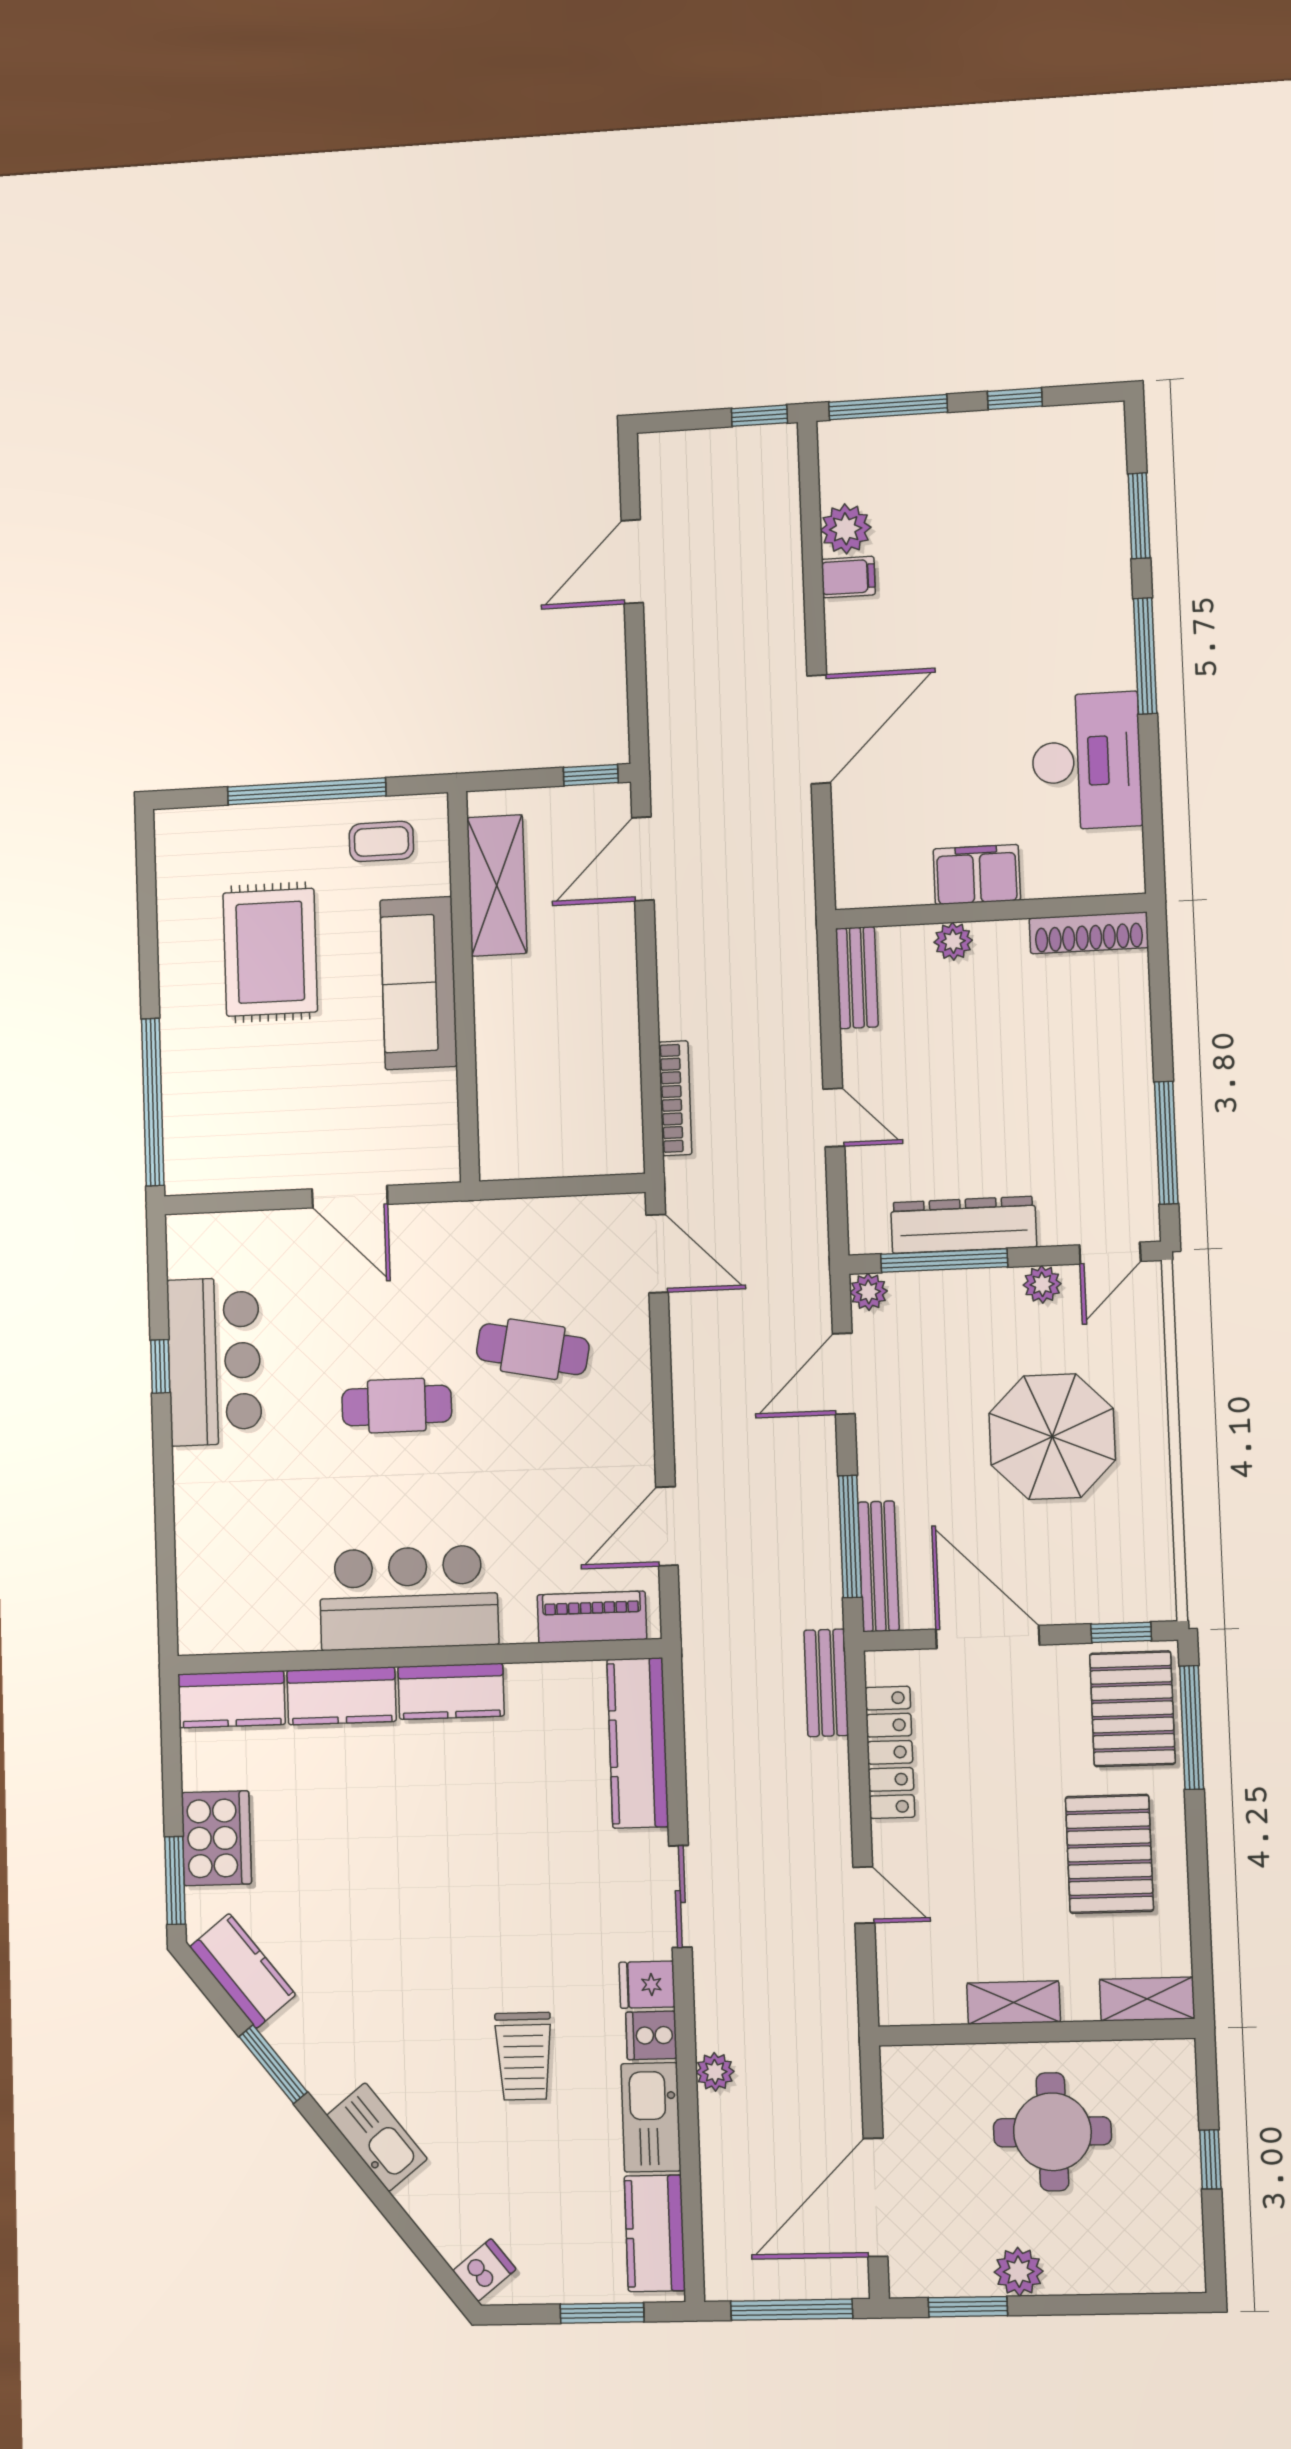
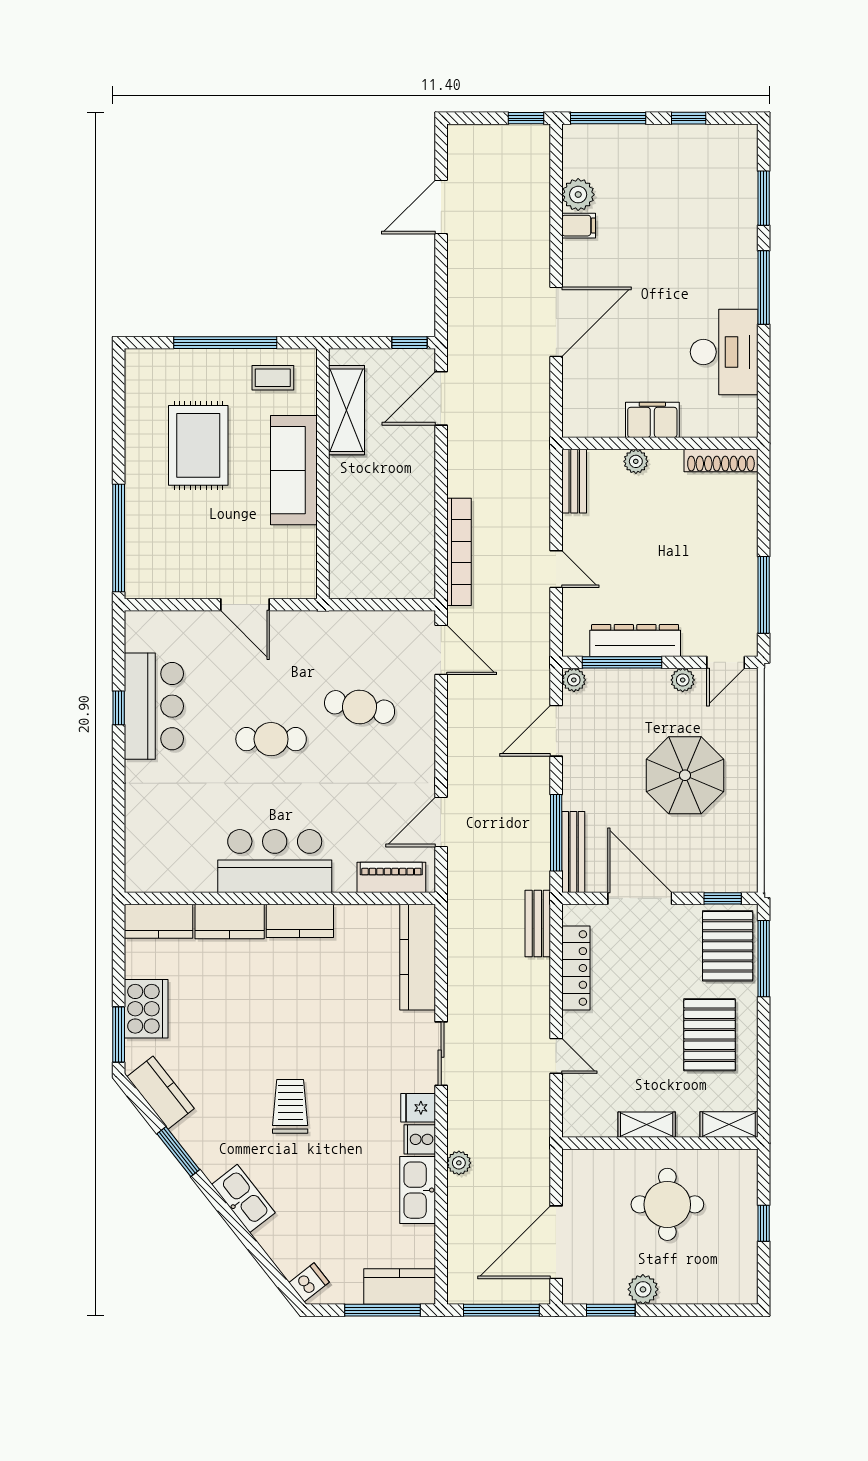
bookcase: (675, 1098) -> (459, 552), width x1.48, depth x1.31
trolley: (524, 2056) -> (290, 1106), moved, turned 180
kitchen counter: (655, 2233) -> (400, 1287), moved, turned 90
window: (602, 2313) -> (383, 1310), width x1.44

